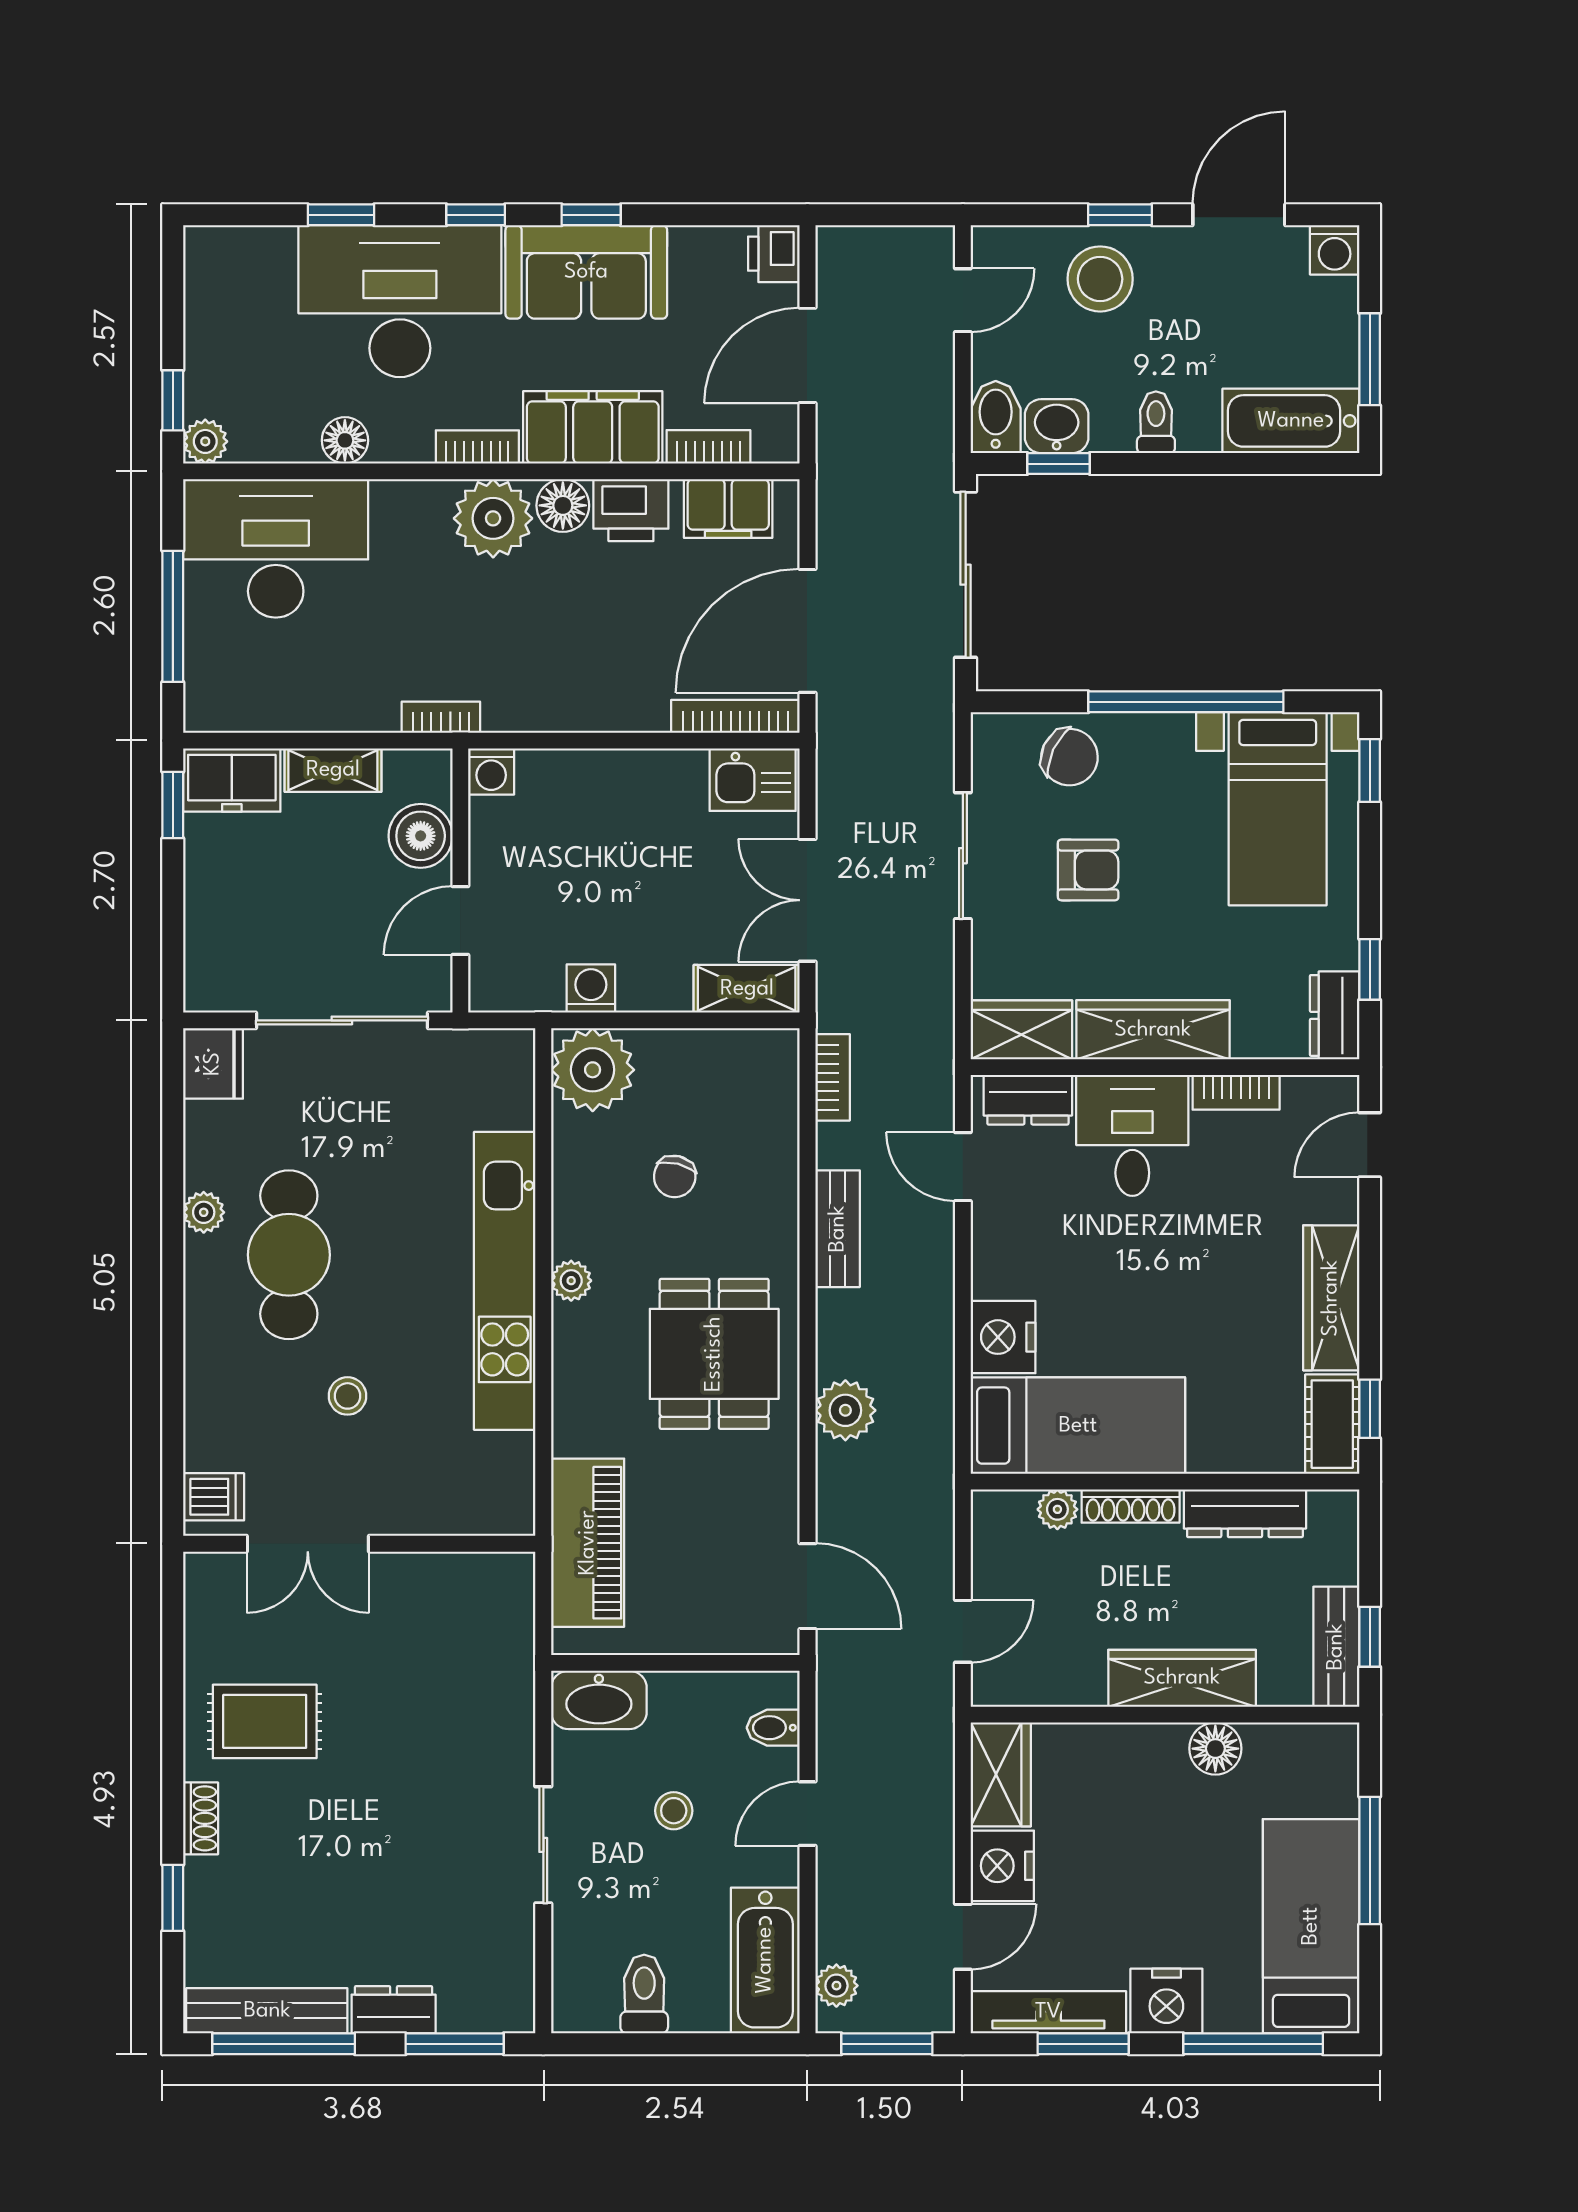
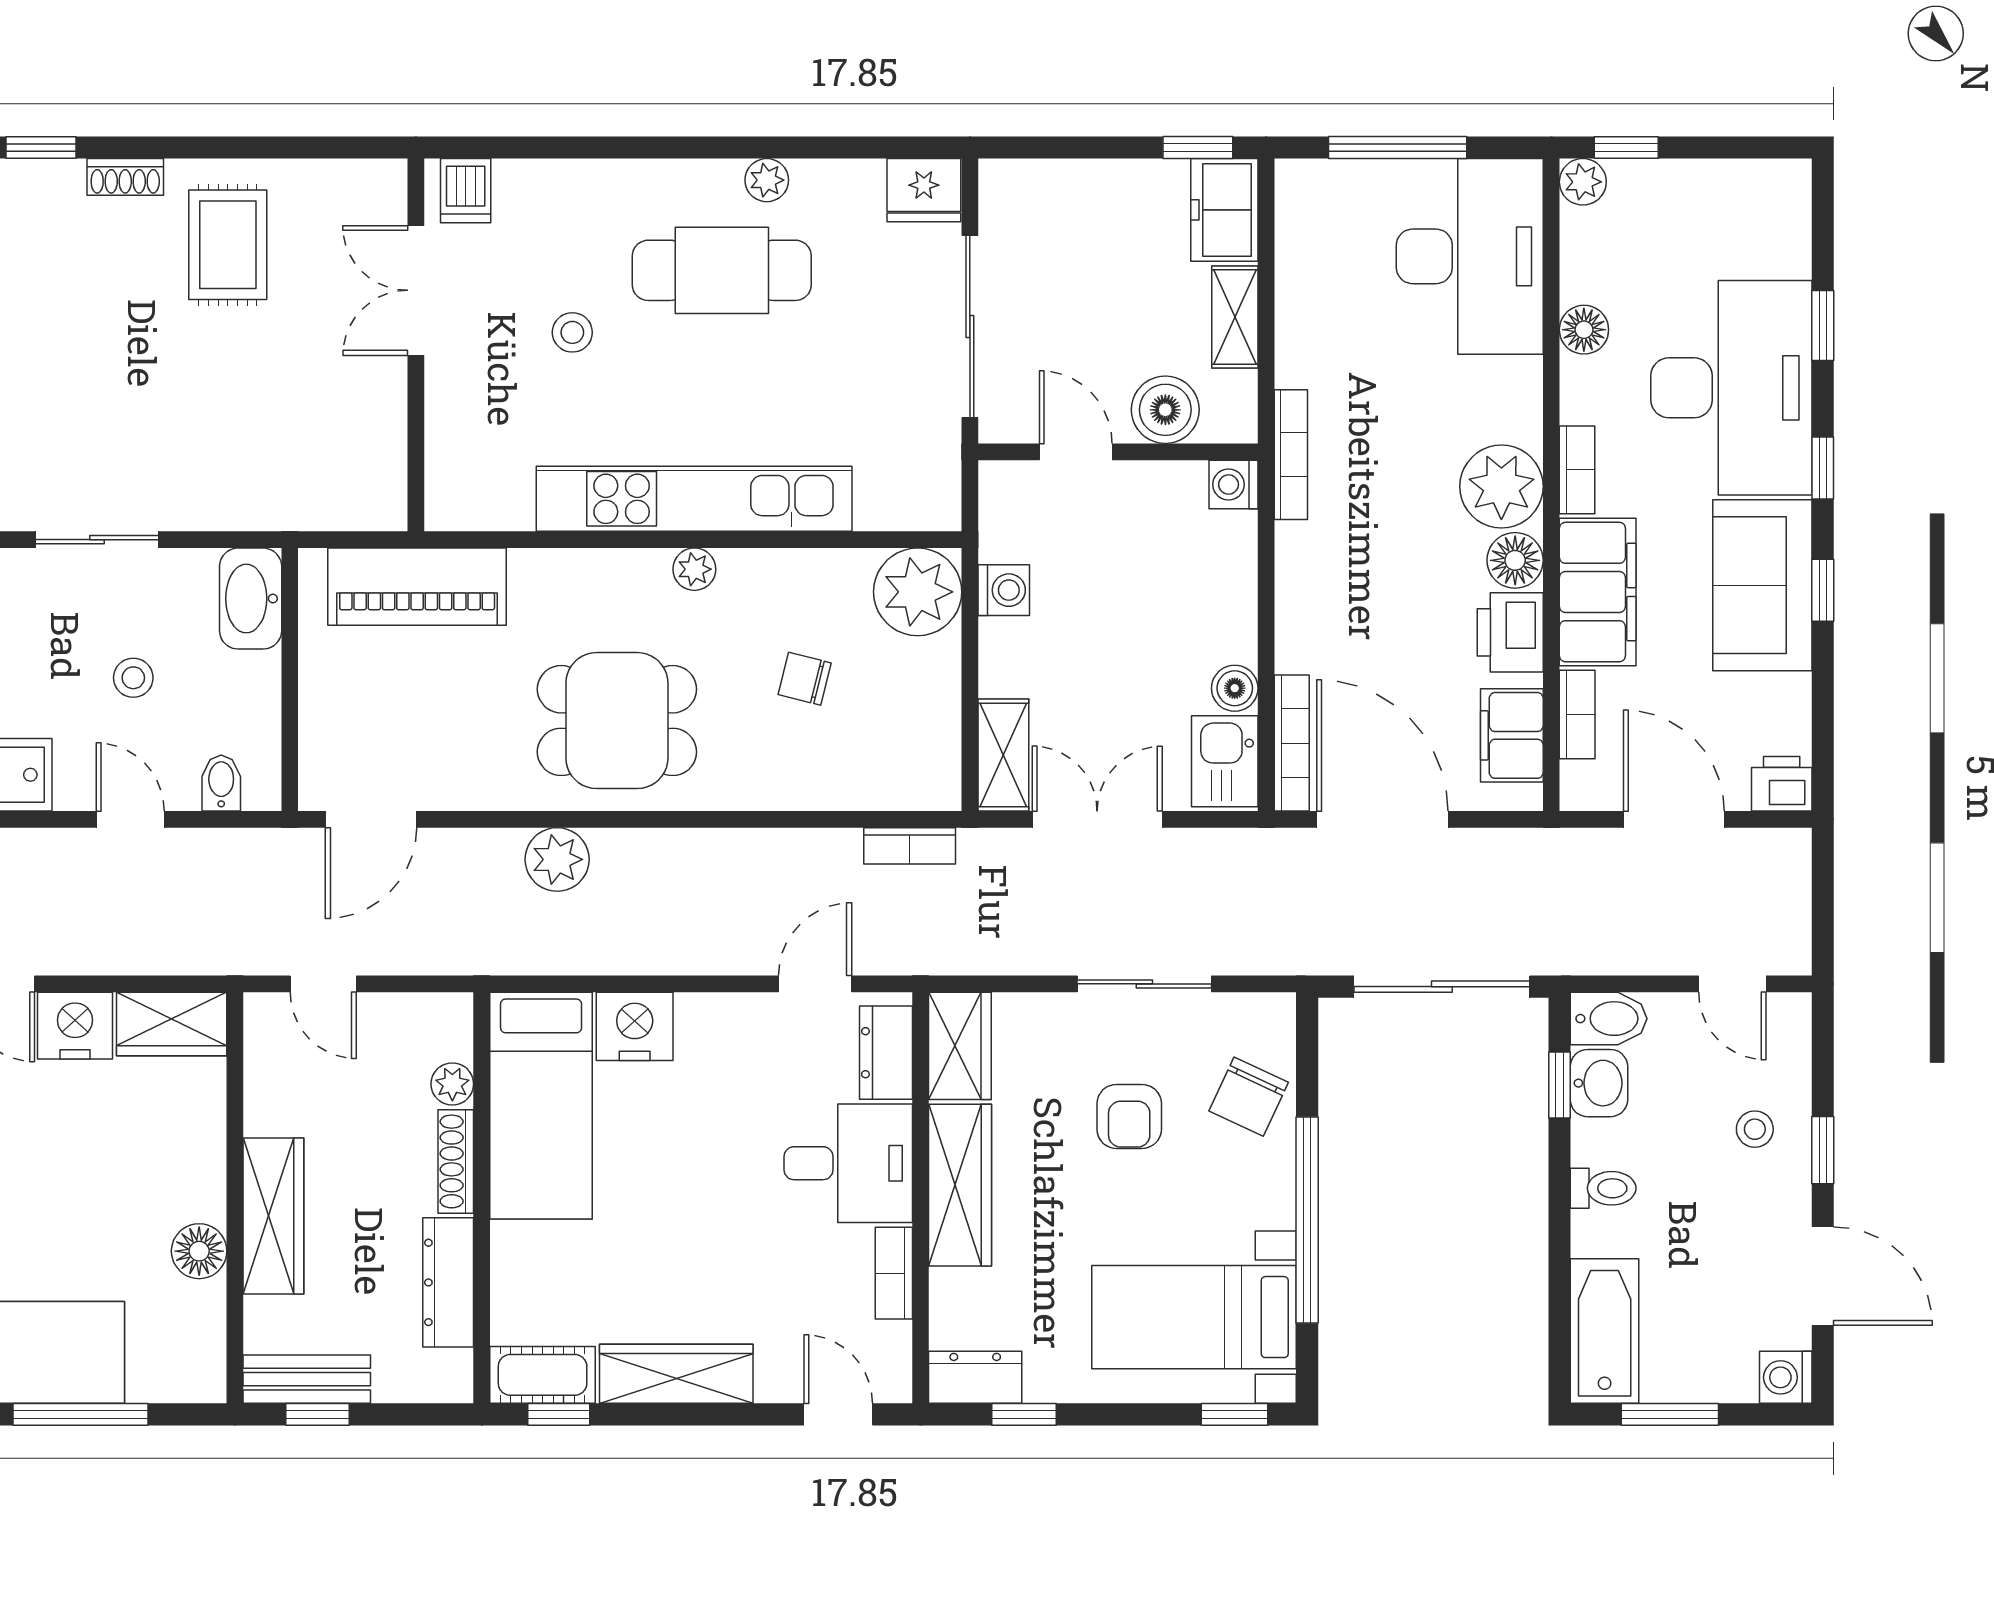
stool: (1100, 279) -> (1755, 1129), width x0.53, depth x0.53
bookcase: (441, 717) -> (1291, 455), width x1.56
boiler: (684, 770) -> (1235, 688), added
bench: (838, 1229) -> (749, 851), removed

